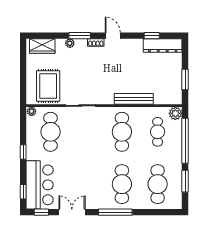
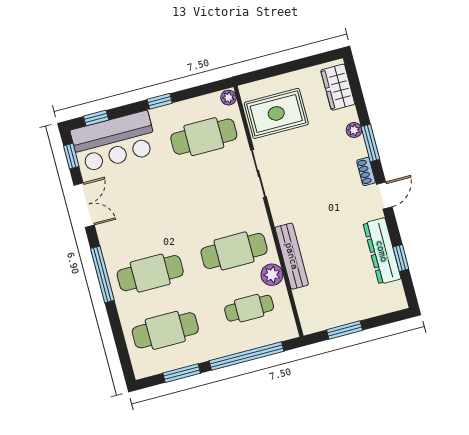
dresser: (163, 45) -> (382, 251), moved
plant: (175, 113) -> (272, 275), moved

